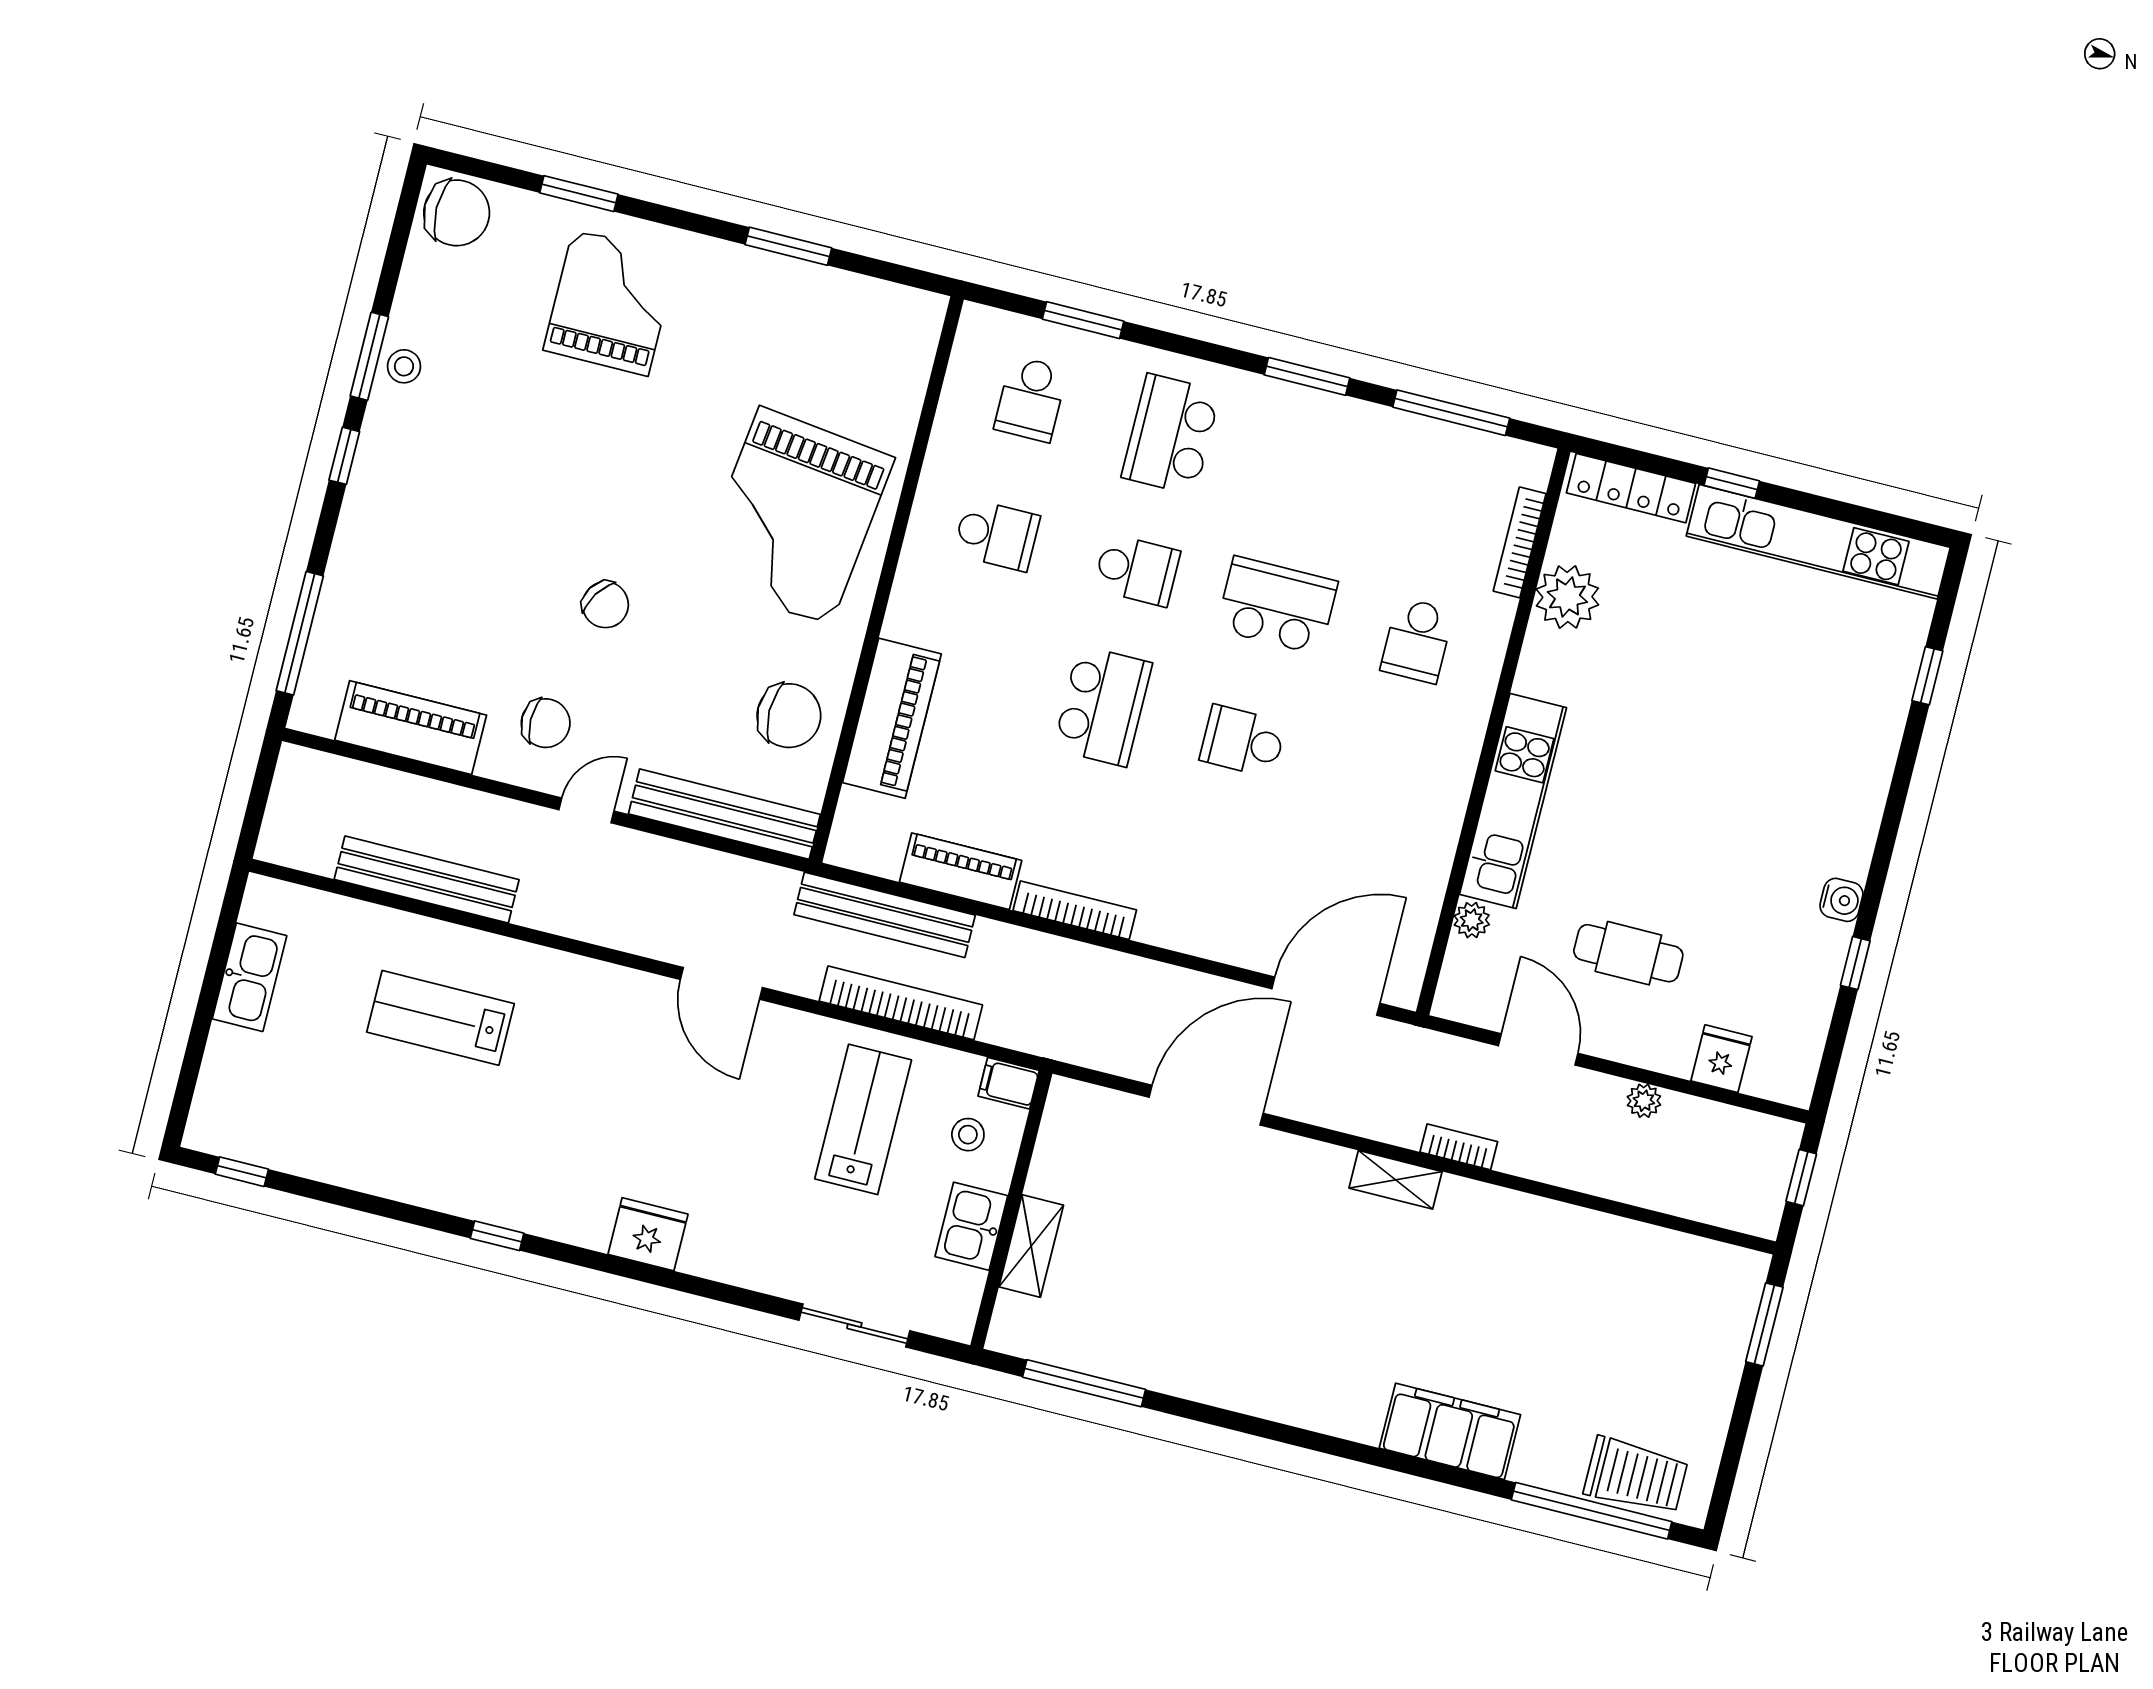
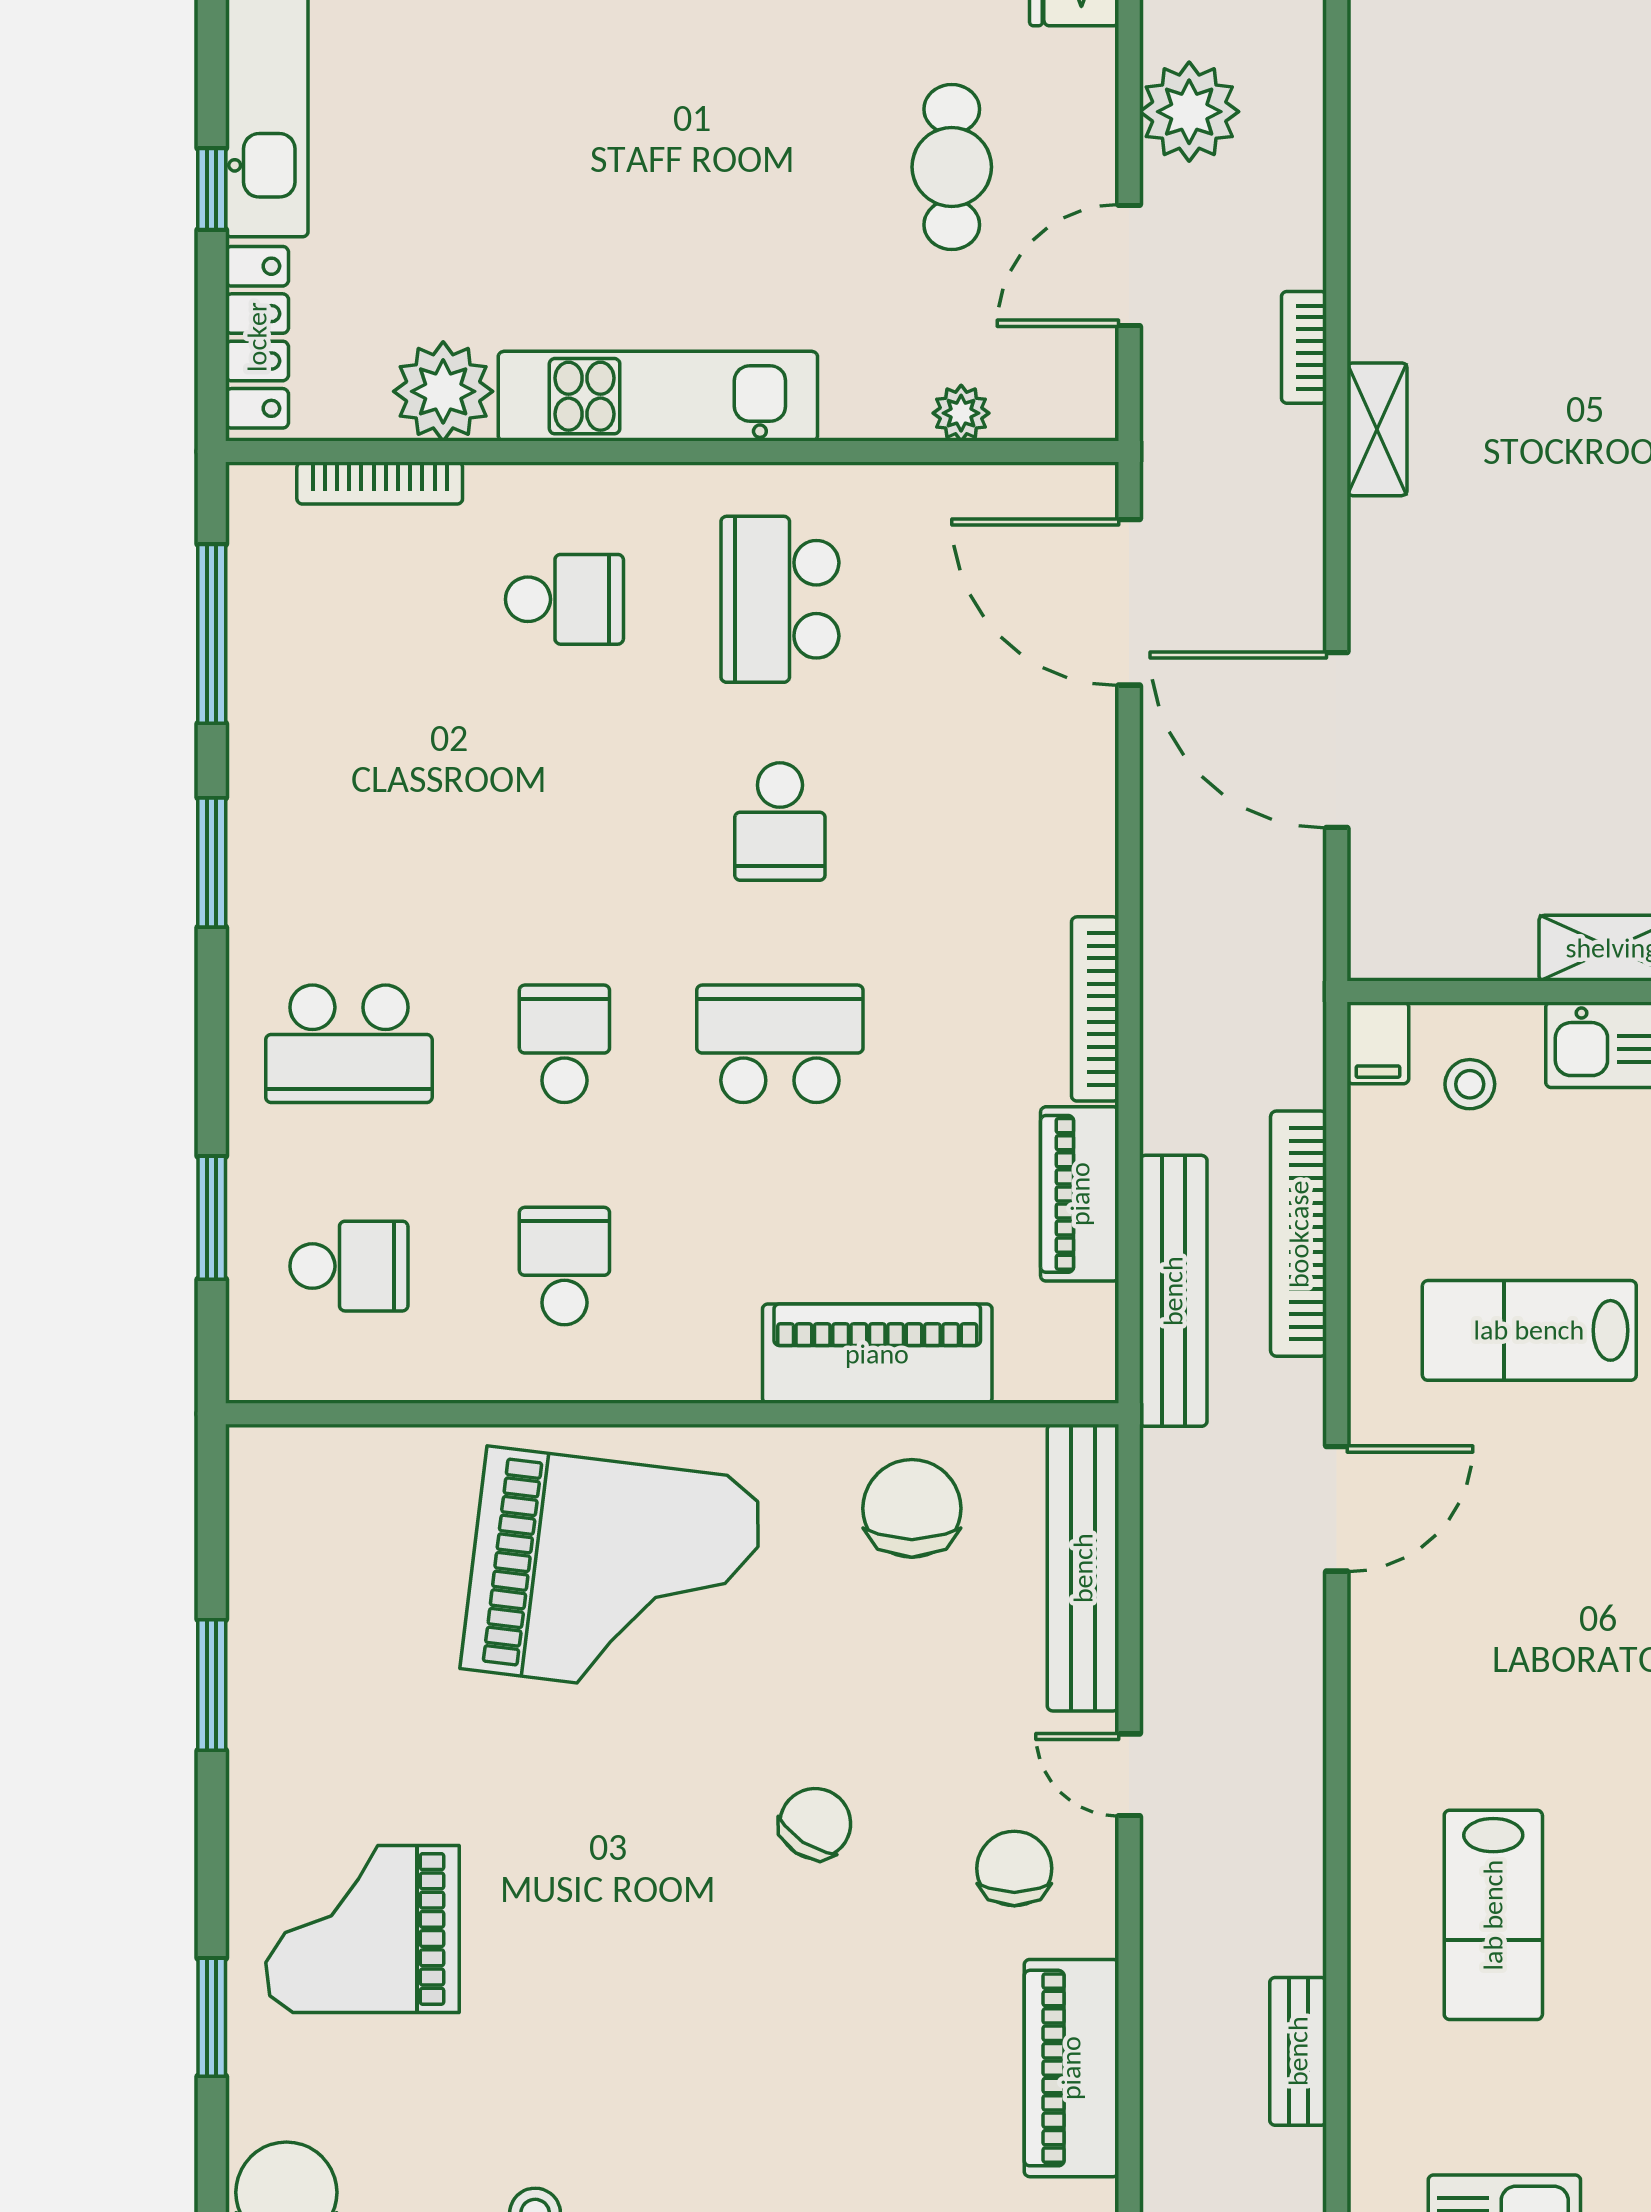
school desk: (1277, 605) -> (780, 599), moved
kitchen unit: (1513, 801) -> (658, 396), moved
bench: (427, 879) -> (1298, 2051), width x0.54, depth x0.82
plant: (1644, 1101) -> (1189, 112), width x1.88, depth x1.88
lab bench: (863, 1119) -> (1529, 1330), moved

